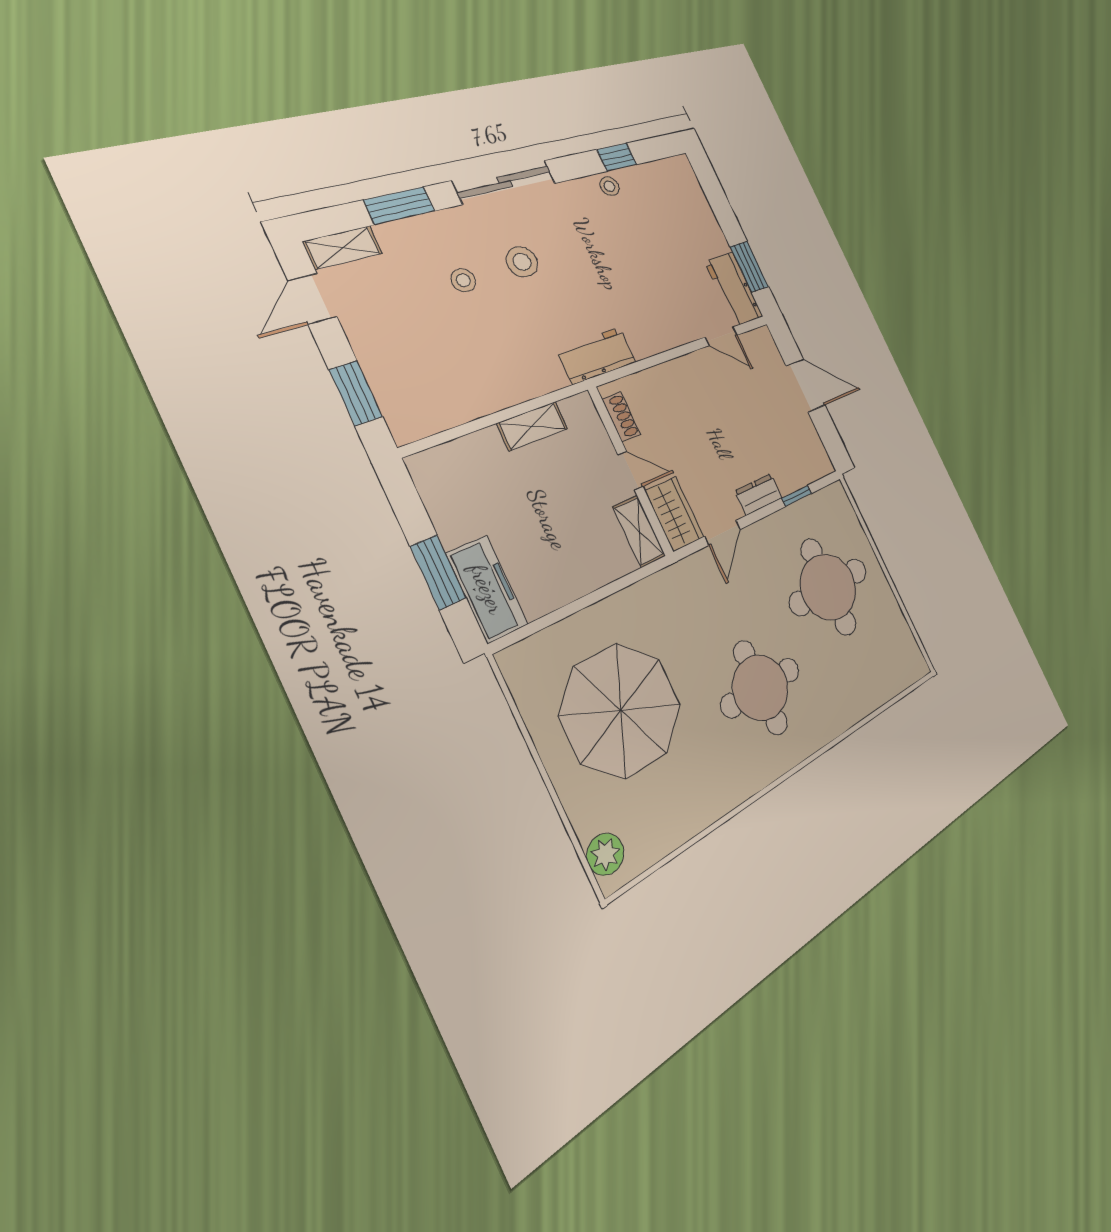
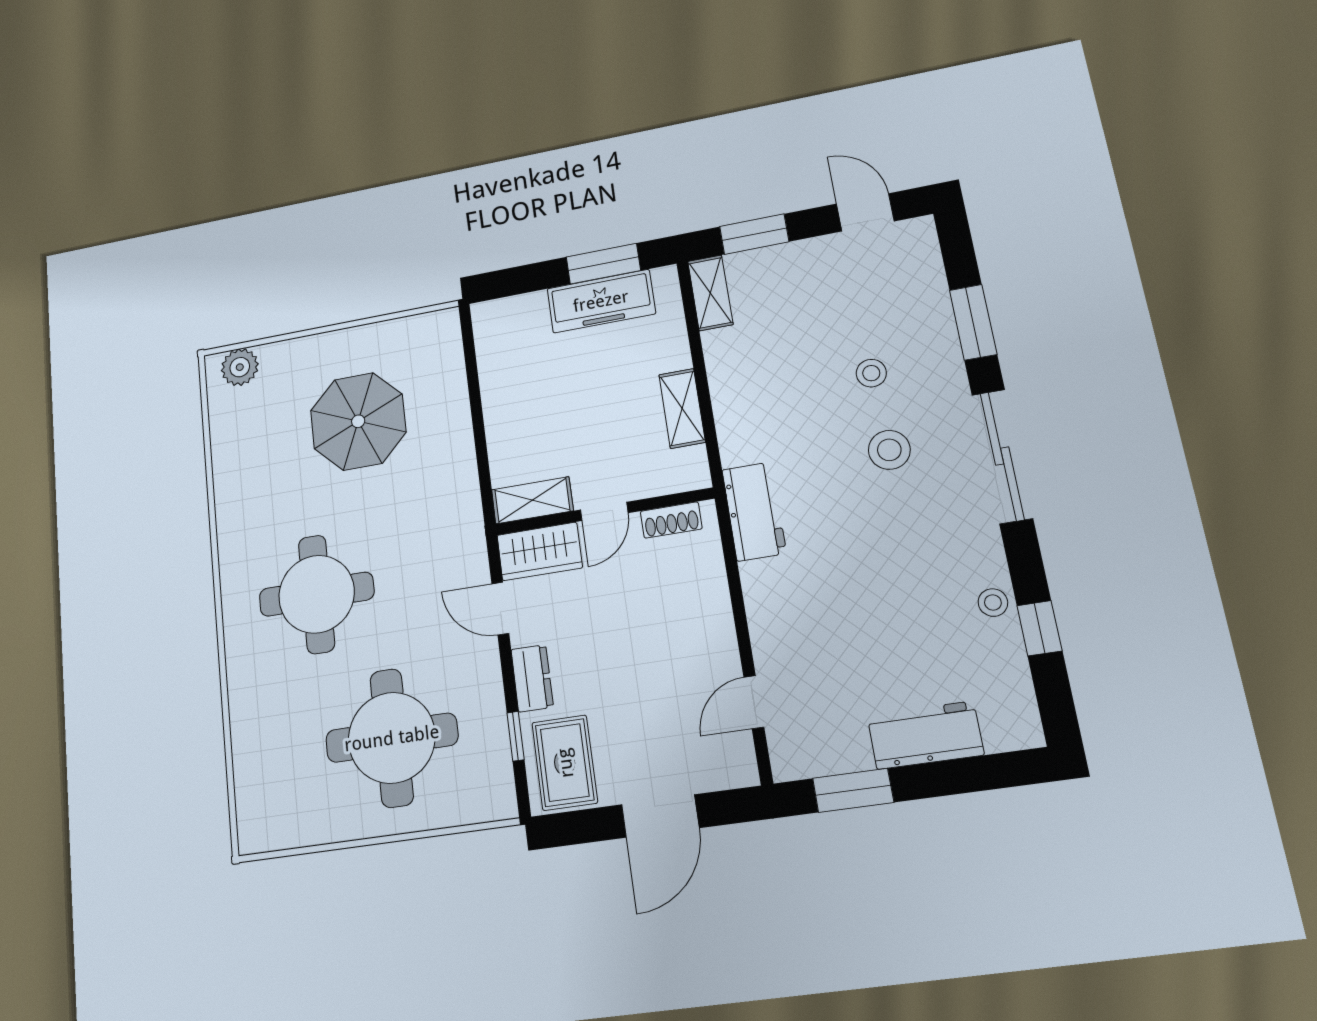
shelving: (343, 248) -> (710, 293), moved
workbench: (734, 289) -> (925, 735), moved
rug: (799, 457) -> (565, 763), added
window: (438, 572) -> (603, 264), moved
freezer: (487, 589) -> (601, 301), moved
parasol: (621, 710) -> (358, 421), width x0.73, depth x0.73

